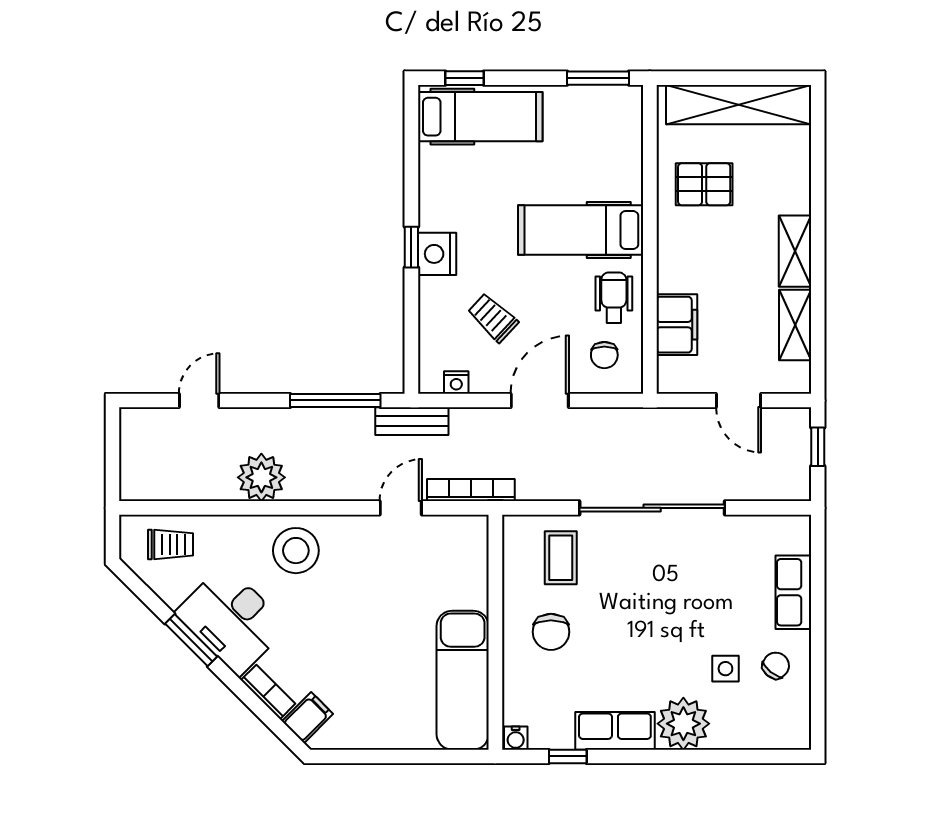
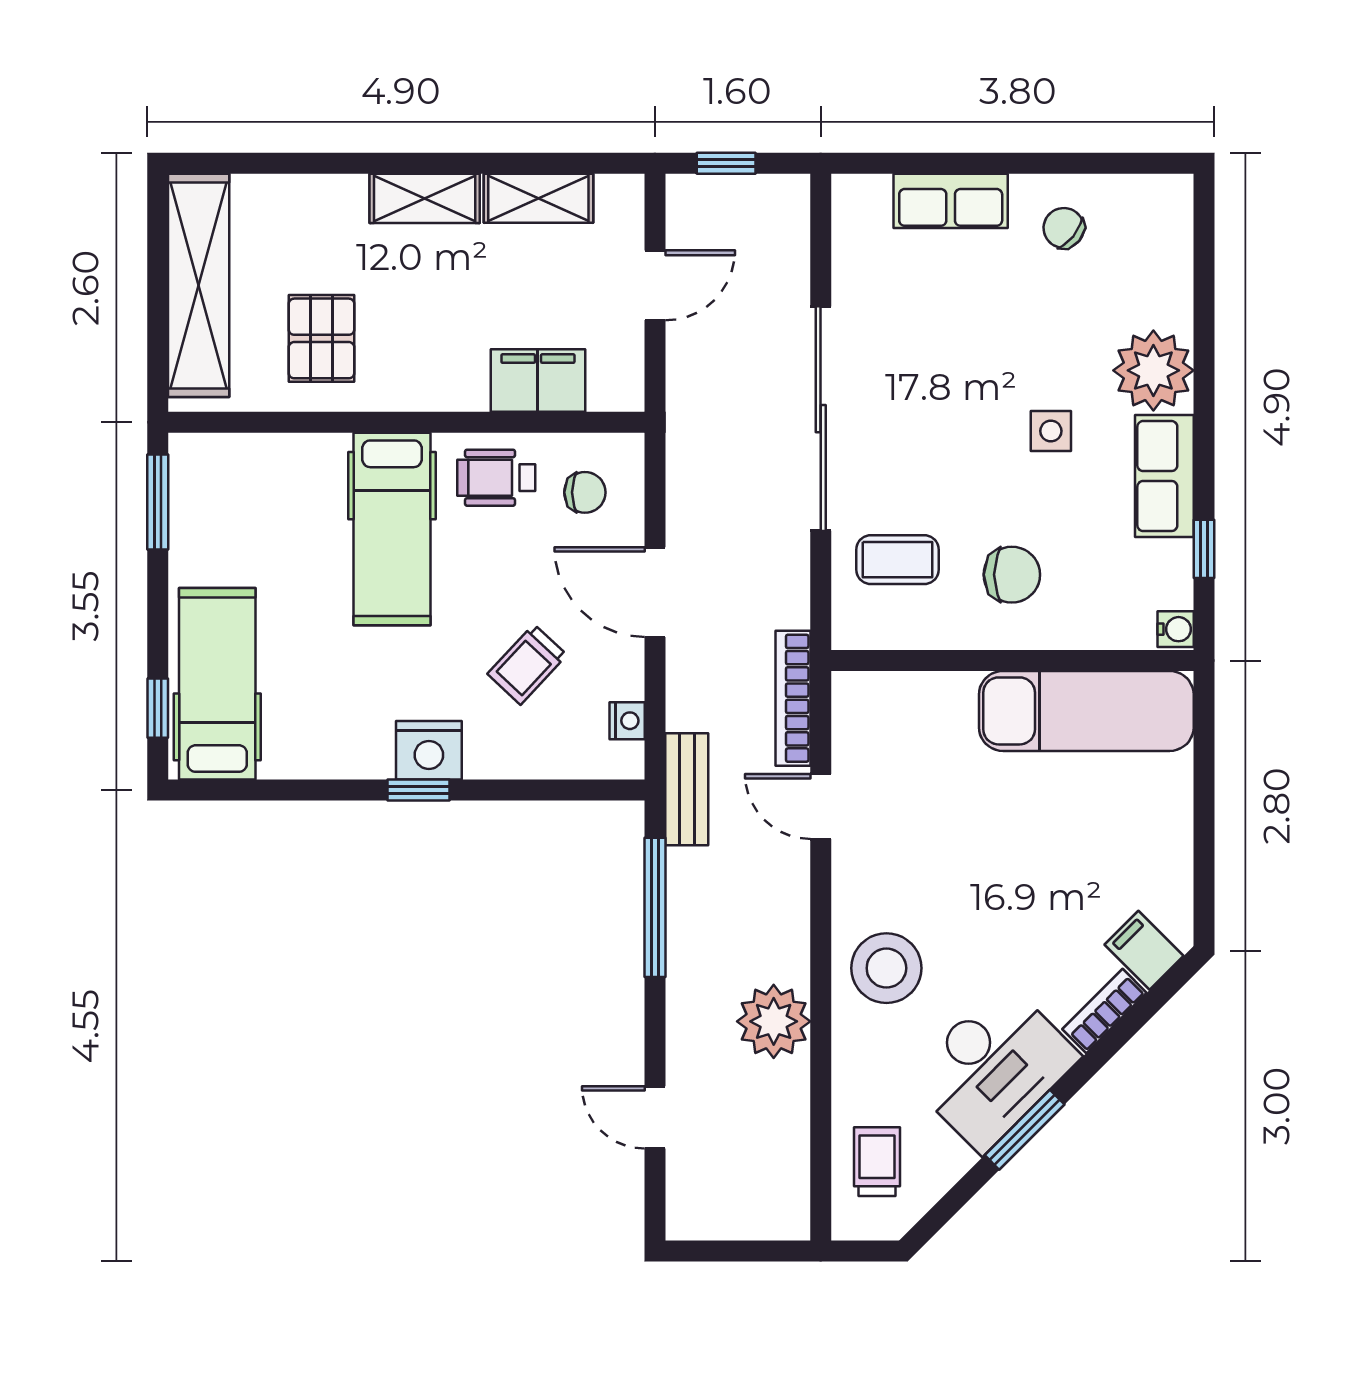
side table: (725, 669) -> (1051, 431), moved

